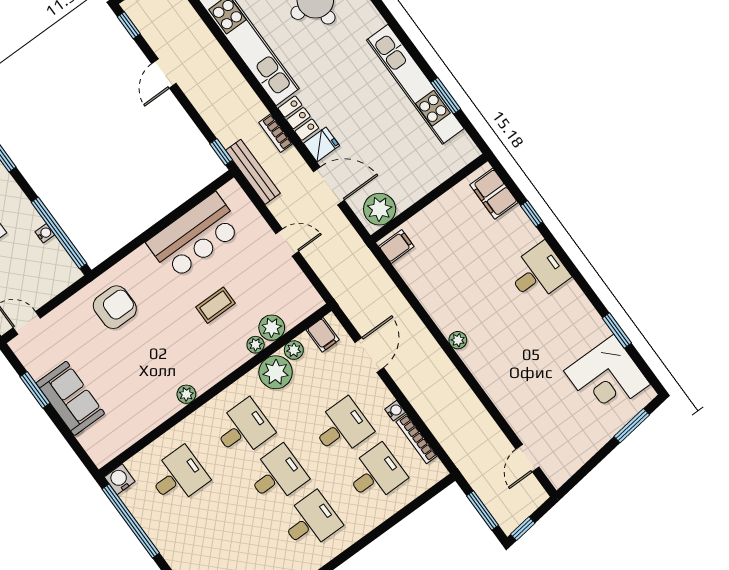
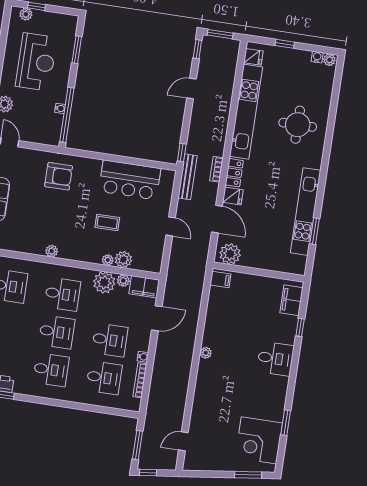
filing cabinet: (323, 335) -> (144, 287), width x2.00

